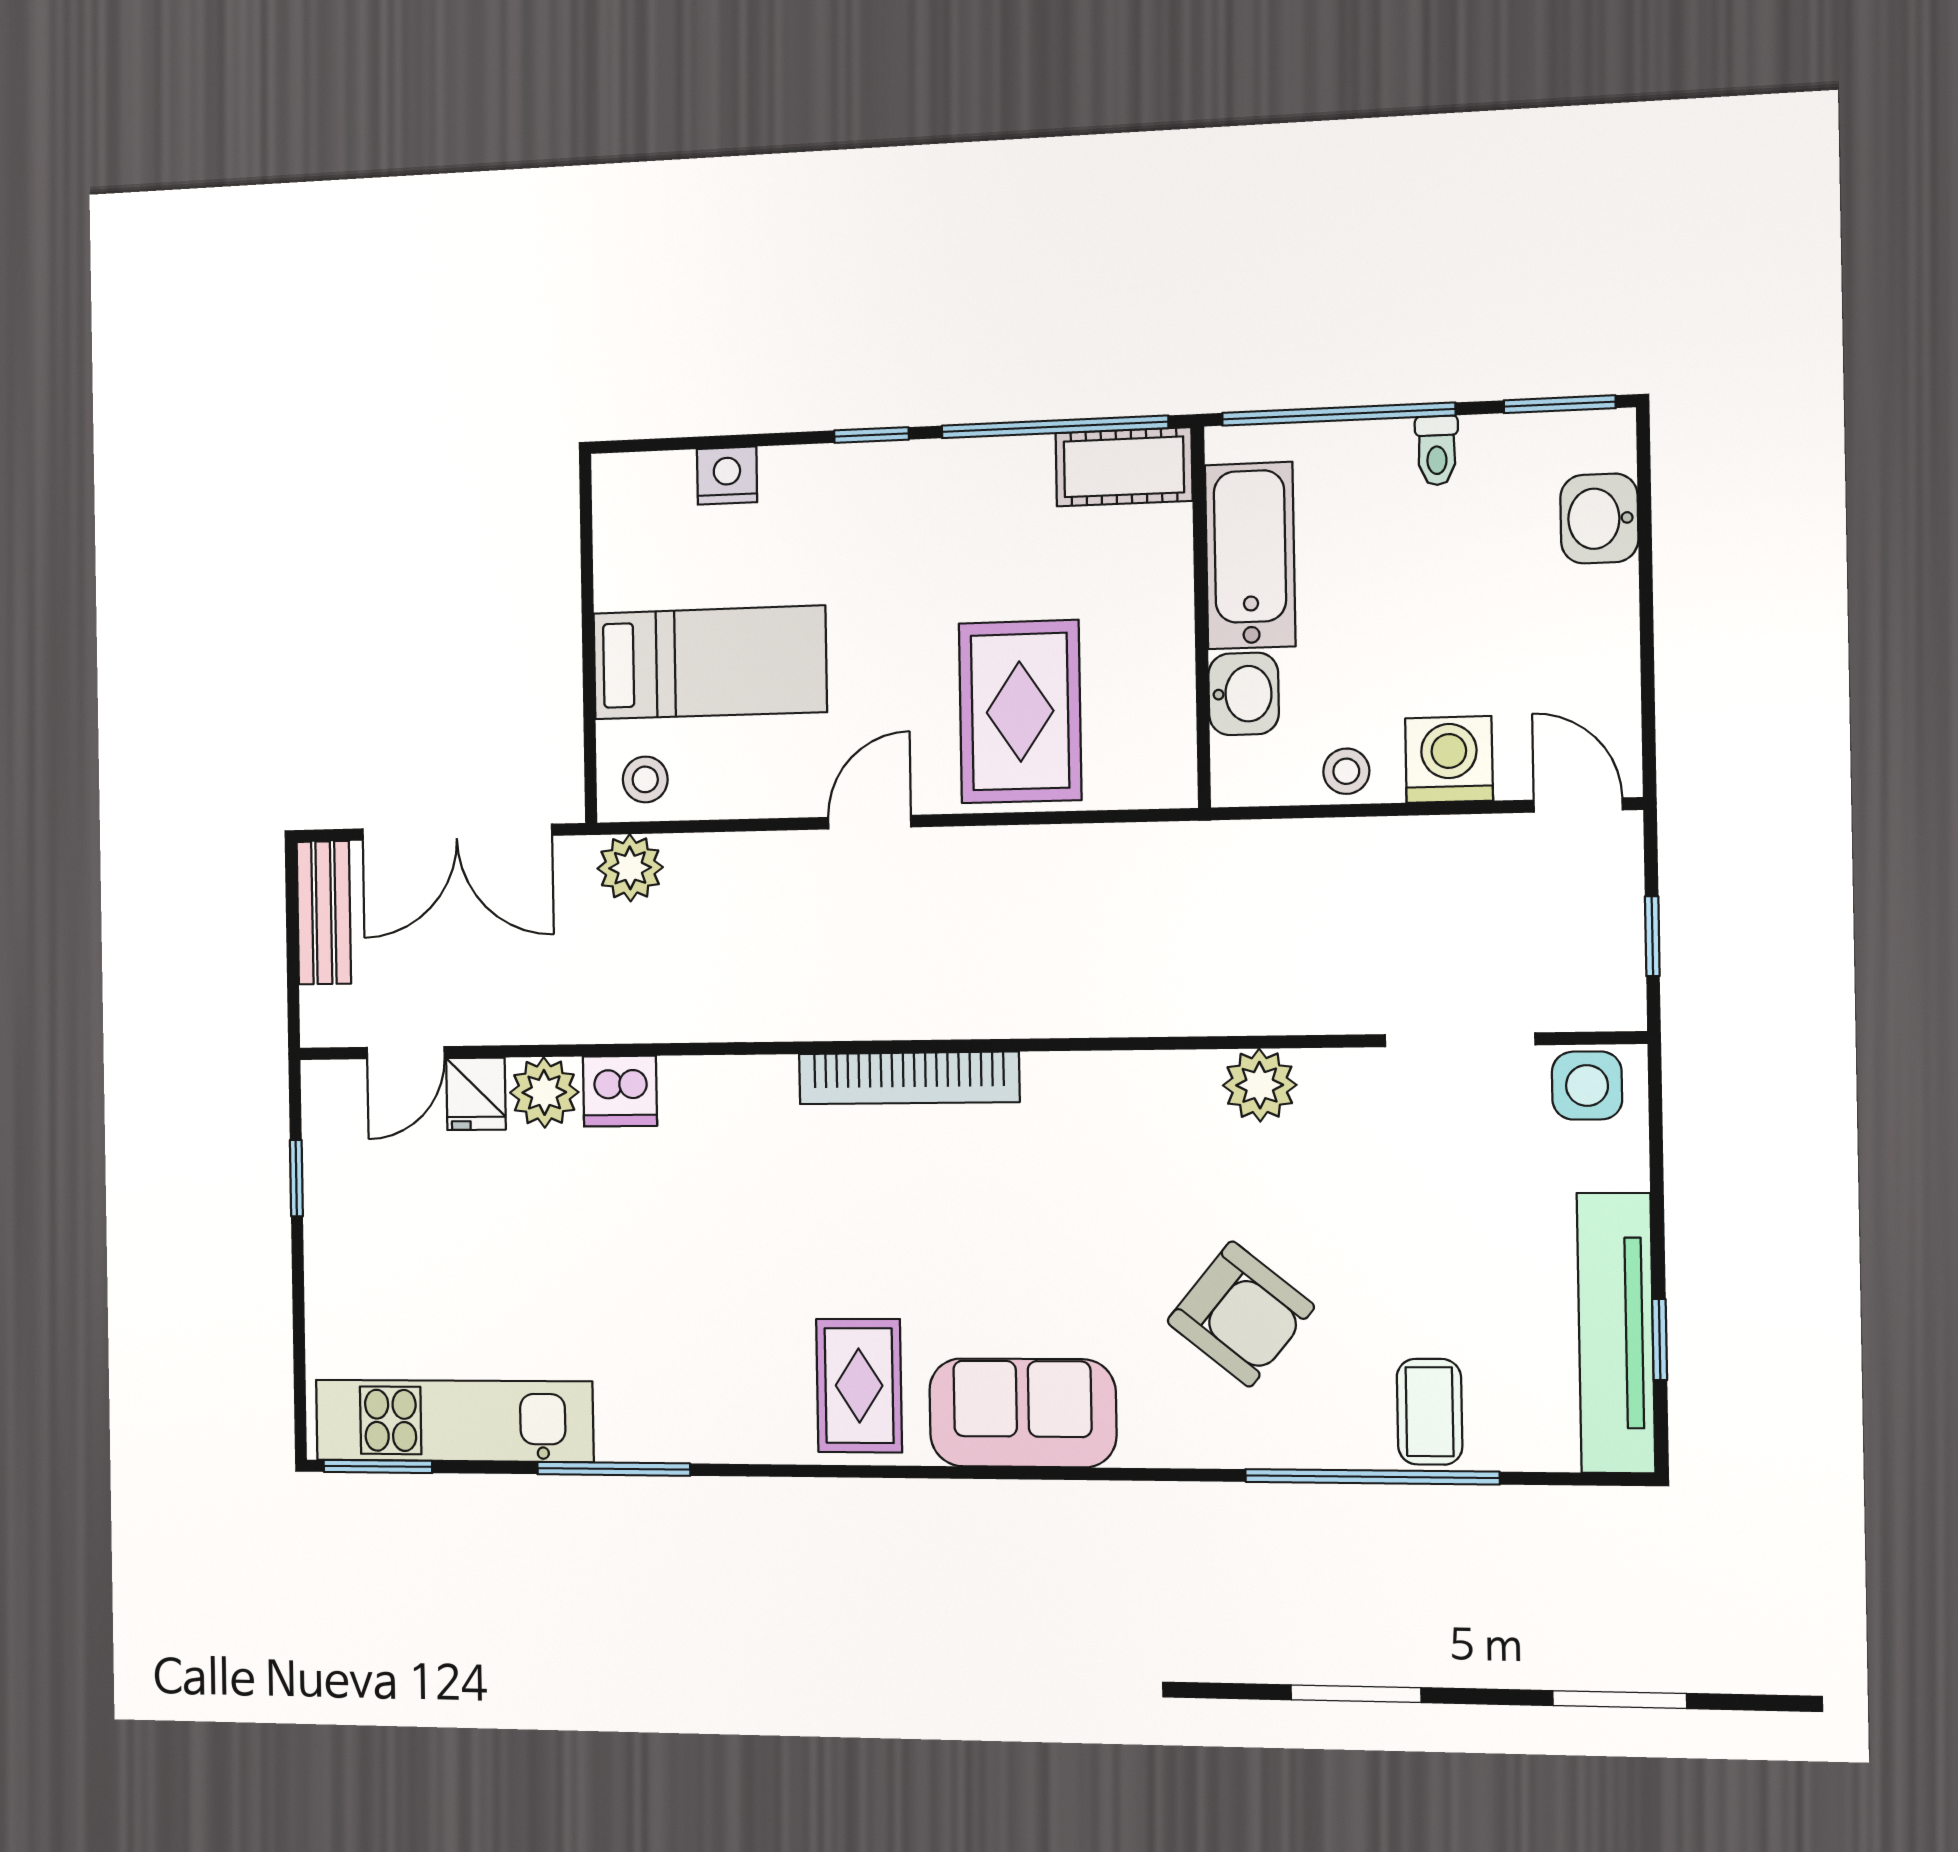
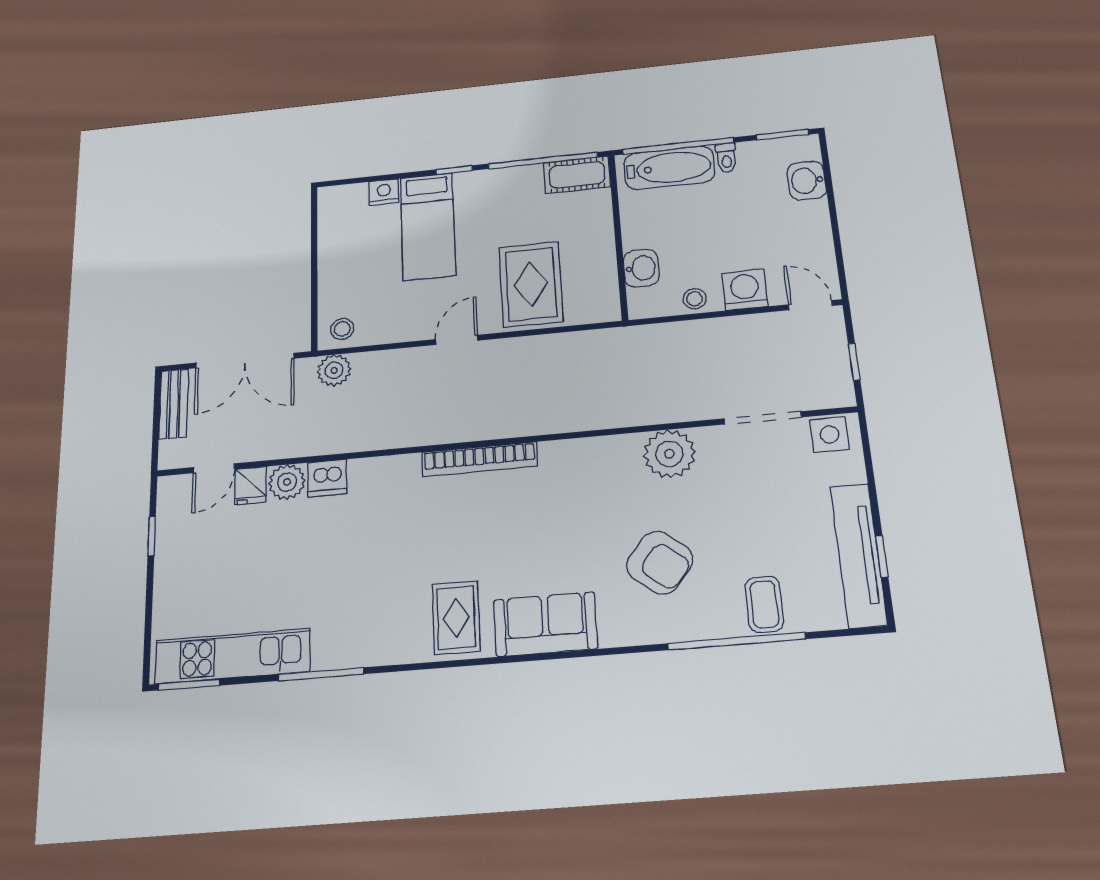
bathtub: (1250, 556) -> (669, 168), moved, turned 90
bed: (710, 663) -> (428, 226), moved, turned 90
plant: (1260, 1085) -> (669, 454), width x1.36, depth x1.36

